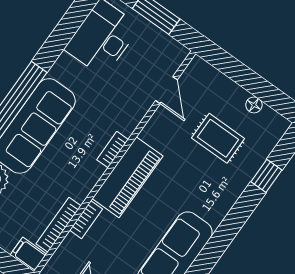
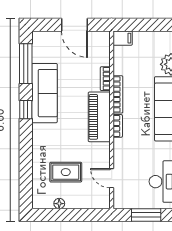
window: (266, 176) -> (26, 110), moved
bookcase: (58, 225) -> (118, 94), moved

